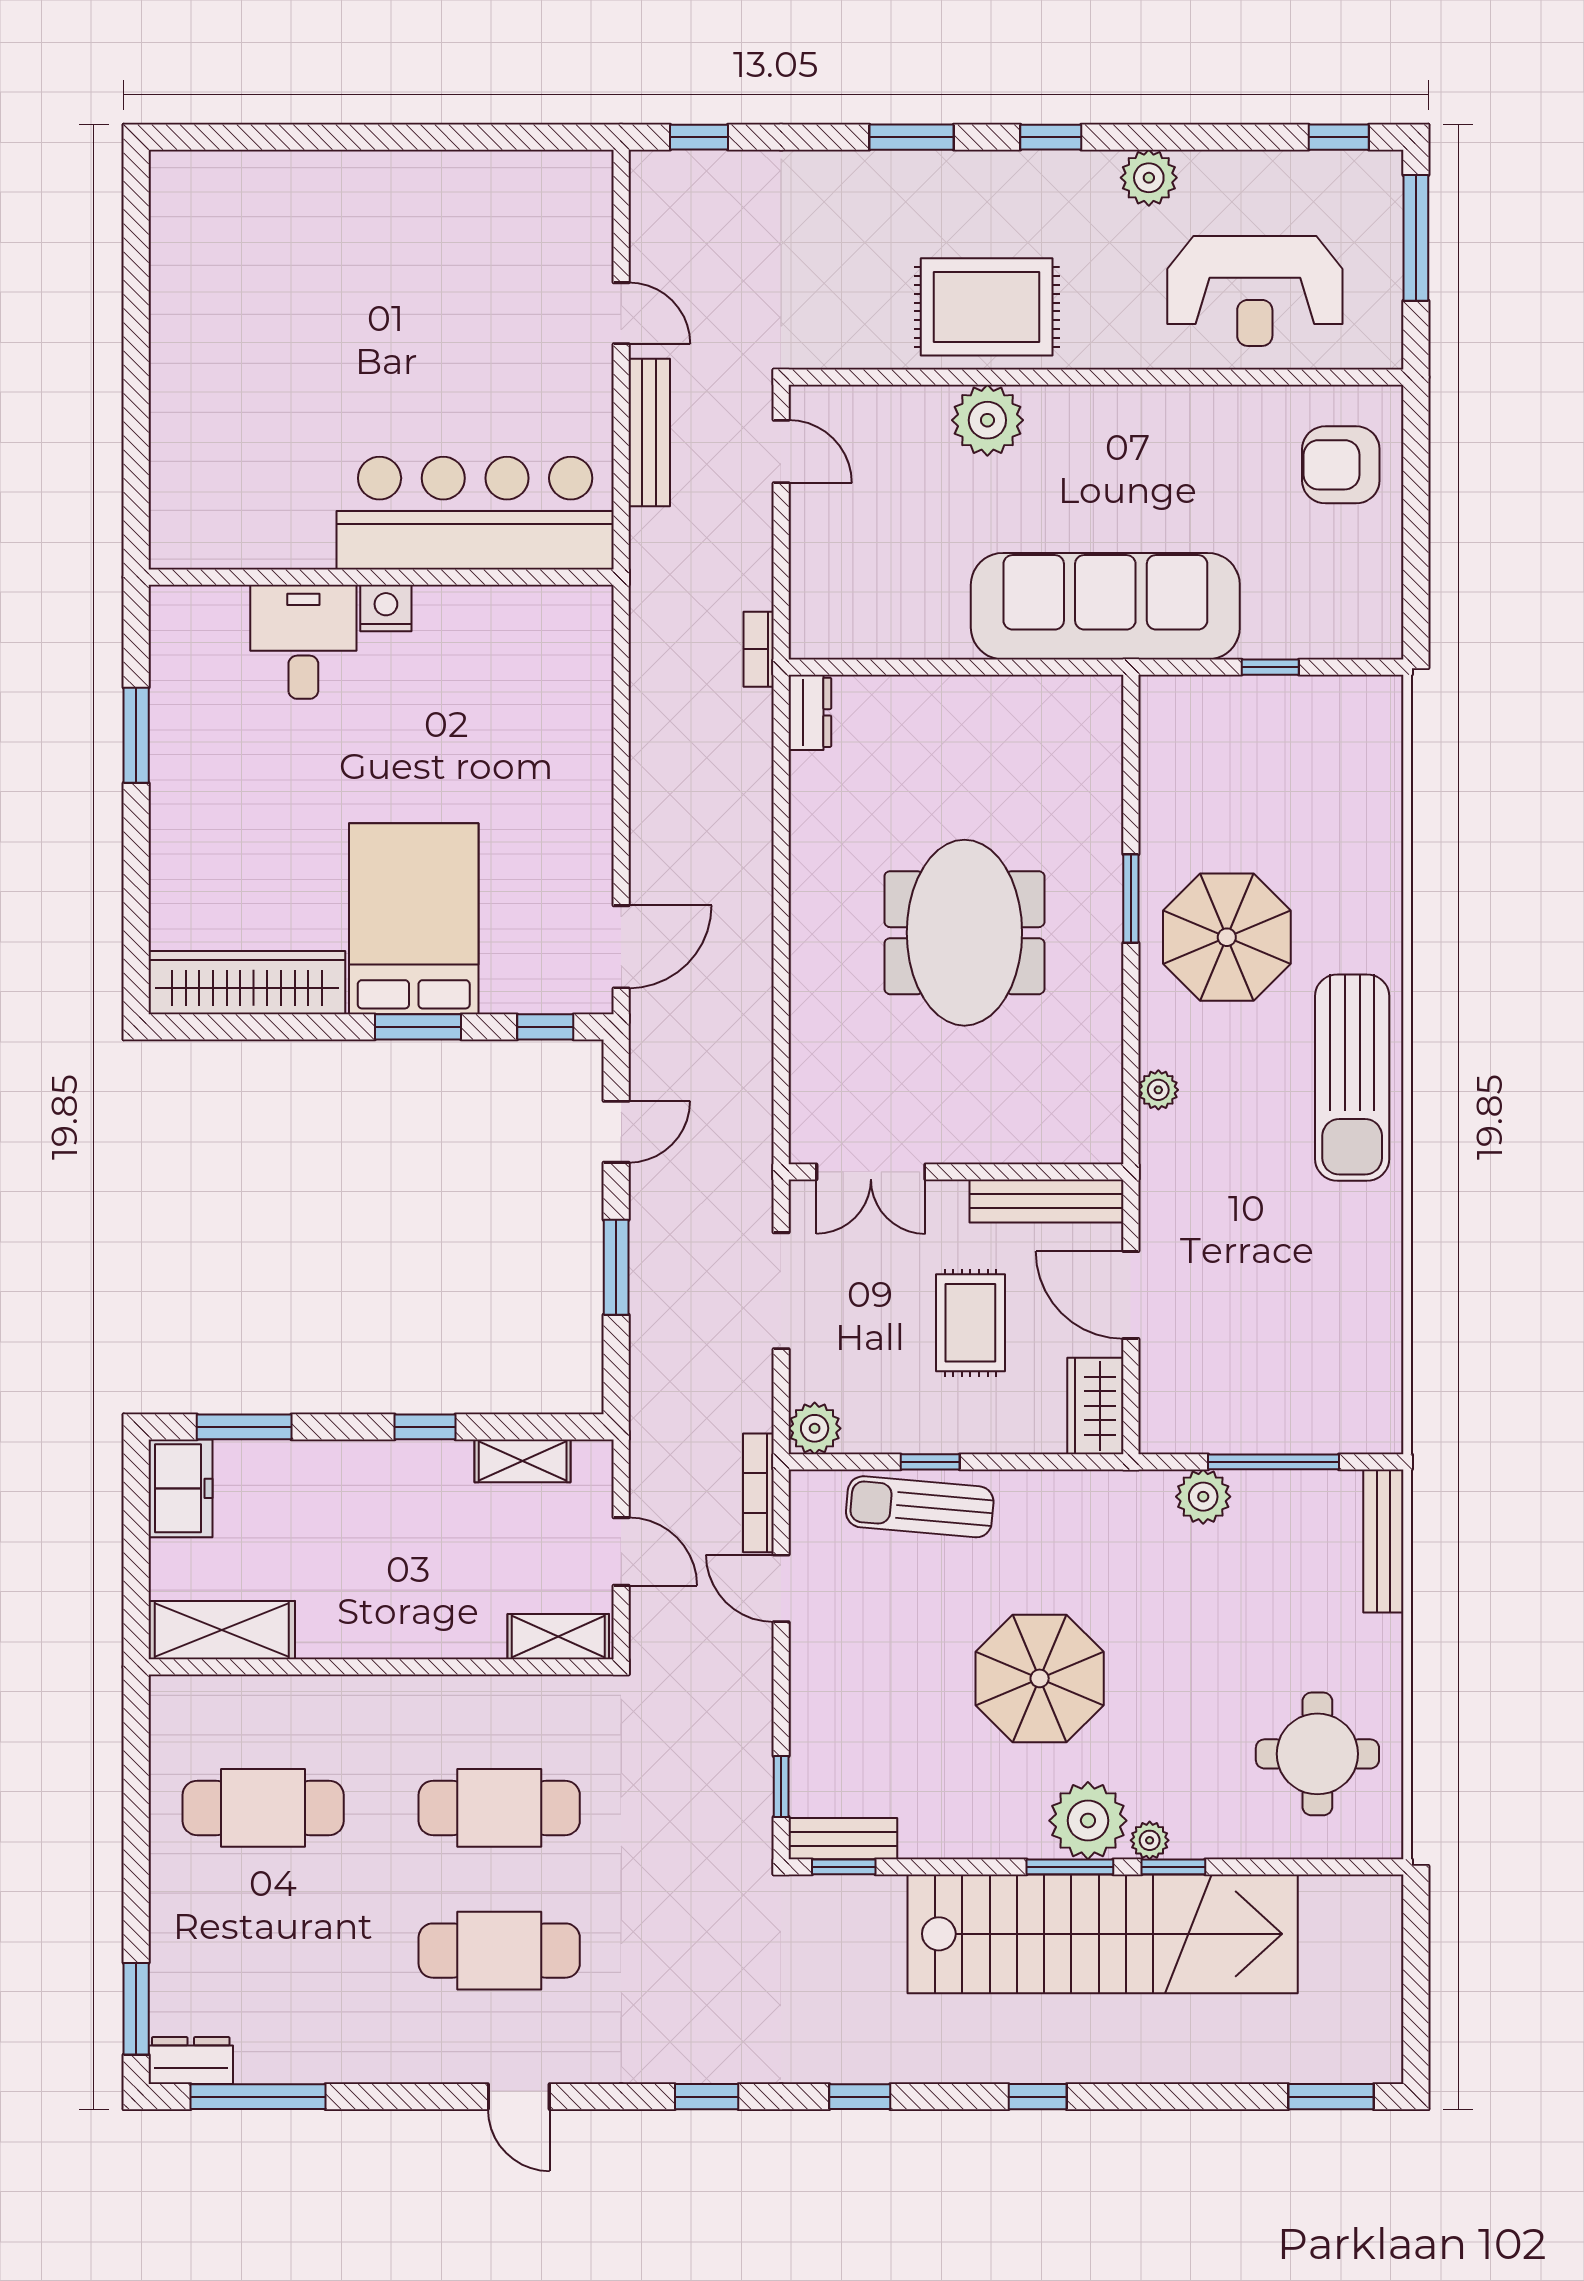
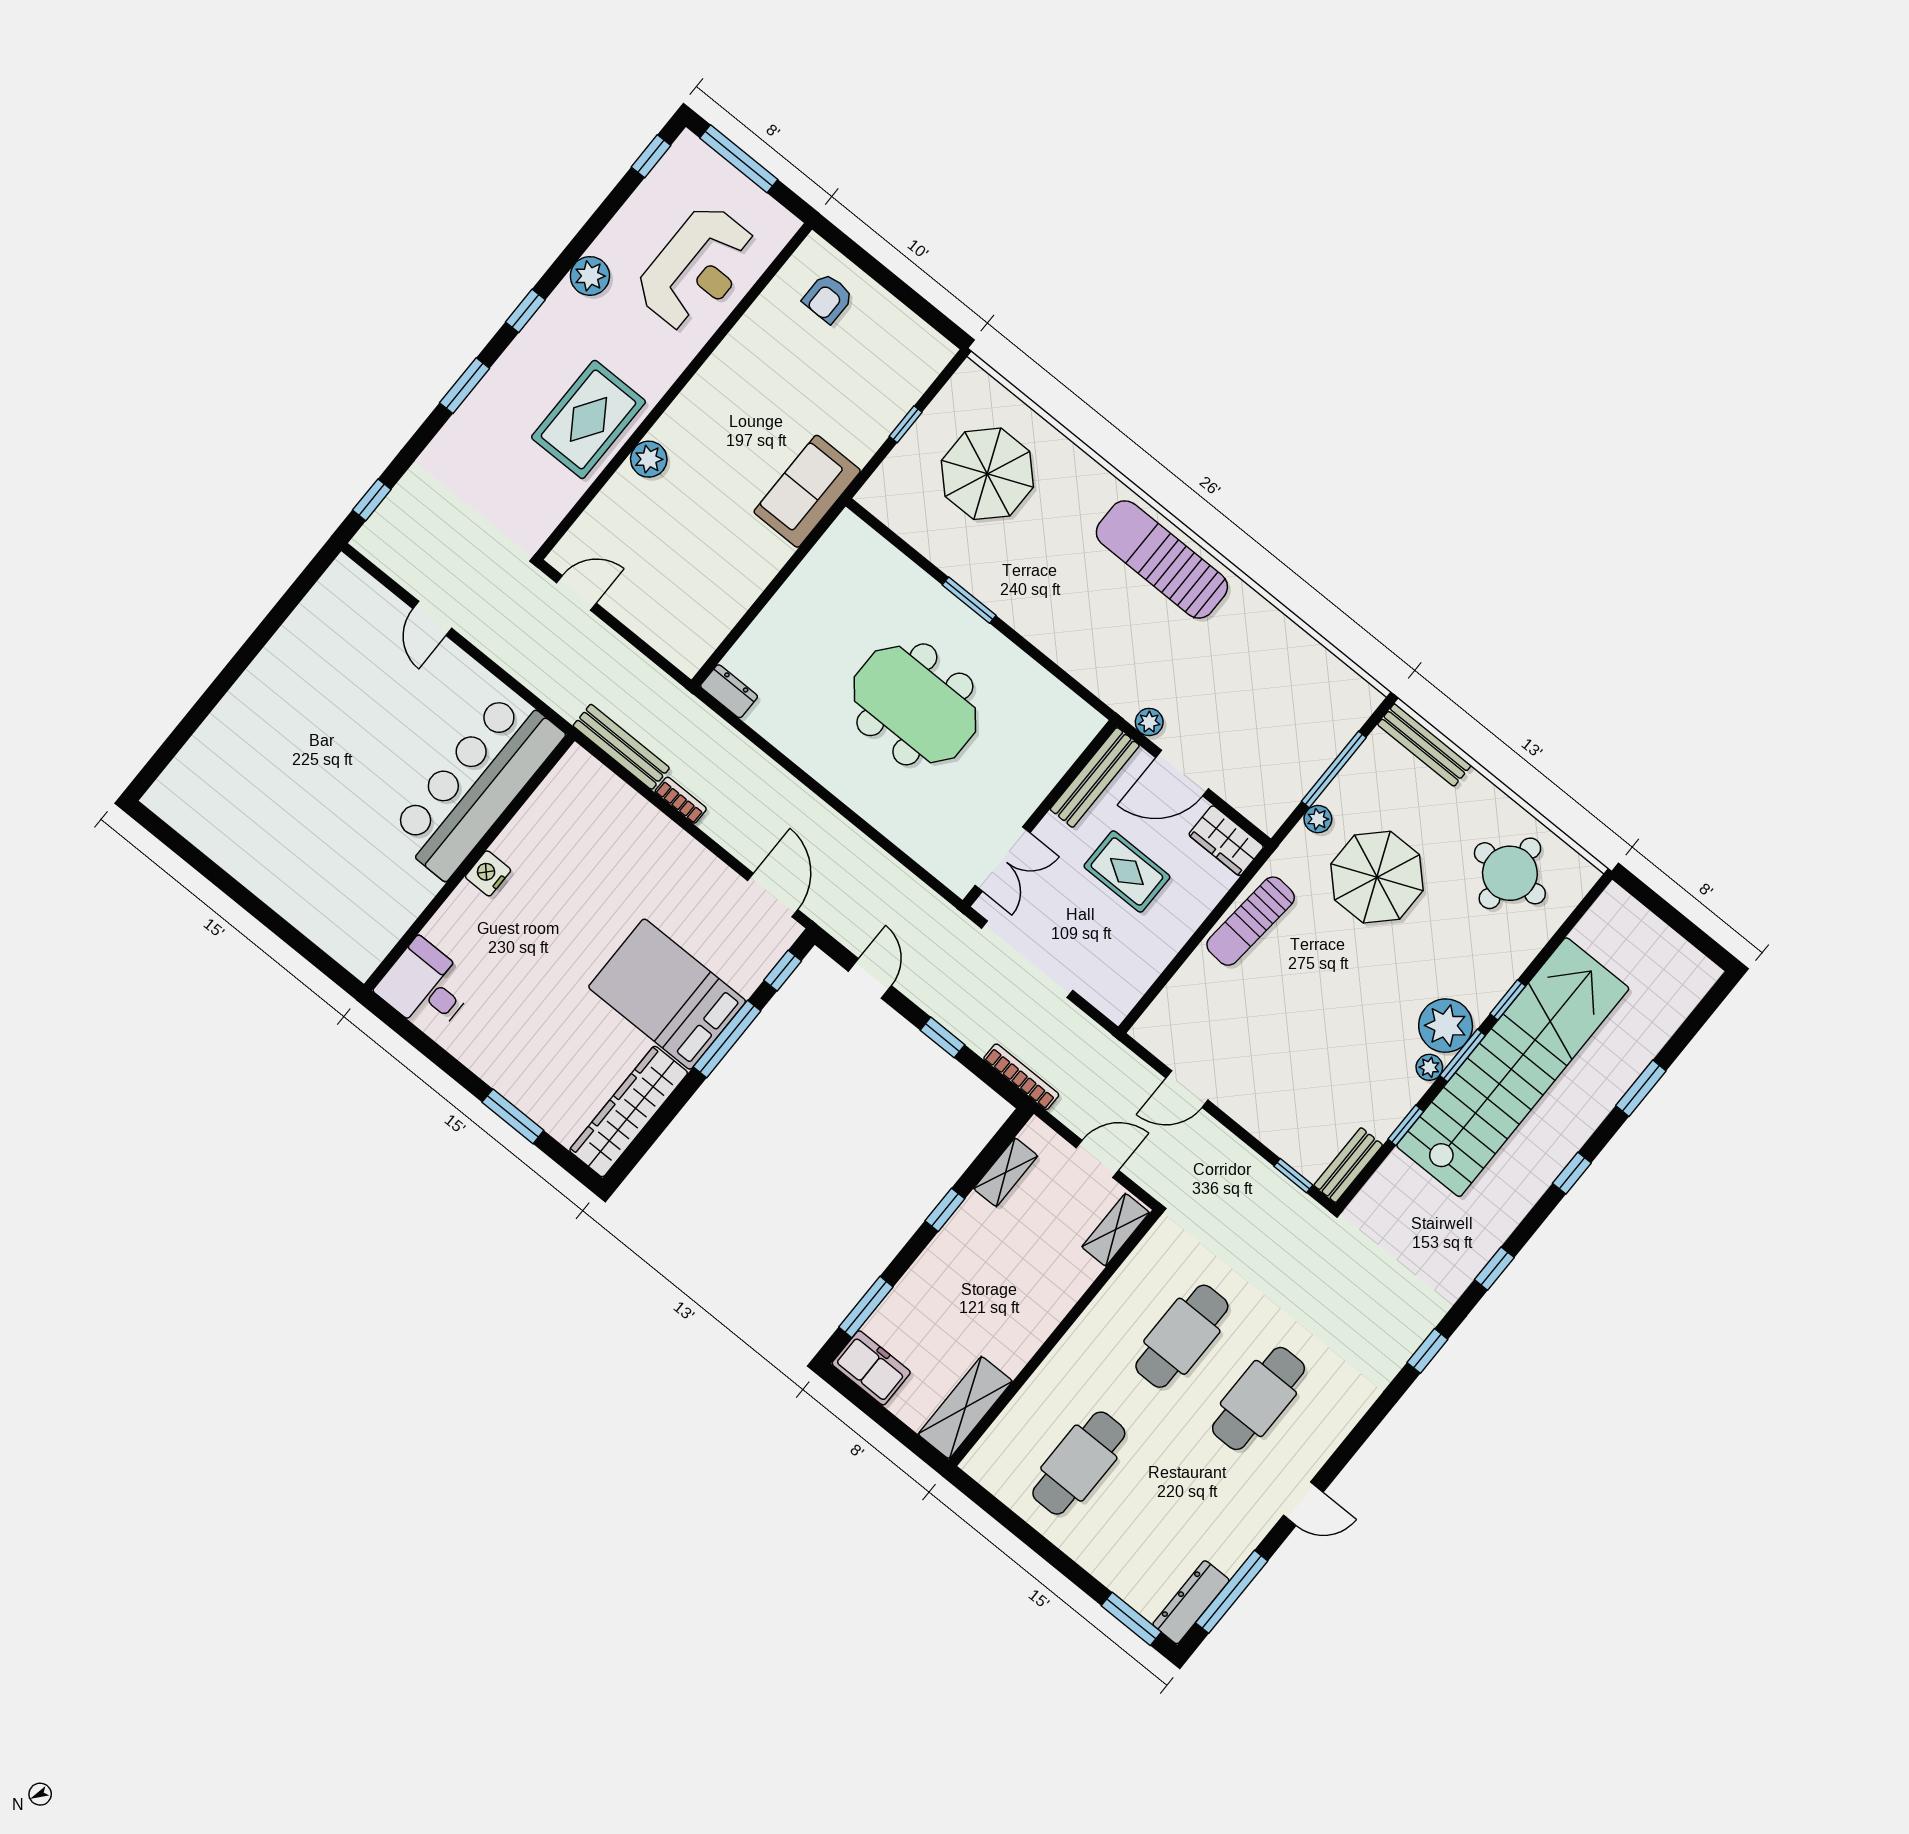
door: (621, 313) -> (432, 618), swing flipped
plant: (987, 420) -> (649, 459), width x0.73, depth x0.73
bench: (649, 433) -> (621, 747), moved
armchair: (1341, 465) -> (828, 298), width x0.72, depth x0.72
sofa: (1105, 606) -> (807, 491), width x0.54, depth x0.79
desk: (303, 642) -> (426, 987), moved
bookcase: (759, 649) -> (681, 800), moved, turned 180
window: (136, 735) -> (513, 1116), moved
parasol: (1227, 937) -> (987, 474), moved
window: (418, 1027) -> (727, 1039), width x1.44
sun lounger: (1352, 1078) -> (1162, 559), turned 180
plant: (1158, 1090) -> (1149, 722), moved
window: (616, 1267) -> (942, 1037), width x0.67
doorway: (781, 1291) -> (1027, 959), width x1.36
plant: (815, 1428) -> (1116, 1001), removed
window: (930, 1462) -> (1184, 954), removed
bookcase: (758, 1493) -> (1021, 1077), moved, turned 180
plant: (1203, 1497) -> (1318, 819), width x0.73, depth x0.73
sun lounger: (920, 1507) -> (1251, 921), moved
parasol: (1040, 1678) -> (1377, 877), moved
plant: (1150, 1840) -> (1429, 1067), moved
window: (844, 1867) -> (1406, 1125), moved
dresser: (191, 2061) -> (1191, 1602), width x1.44
door: (519, 2097) -> (1303, 1504), moved
window: (1331, 2097) -> (1641, 1088), moved

